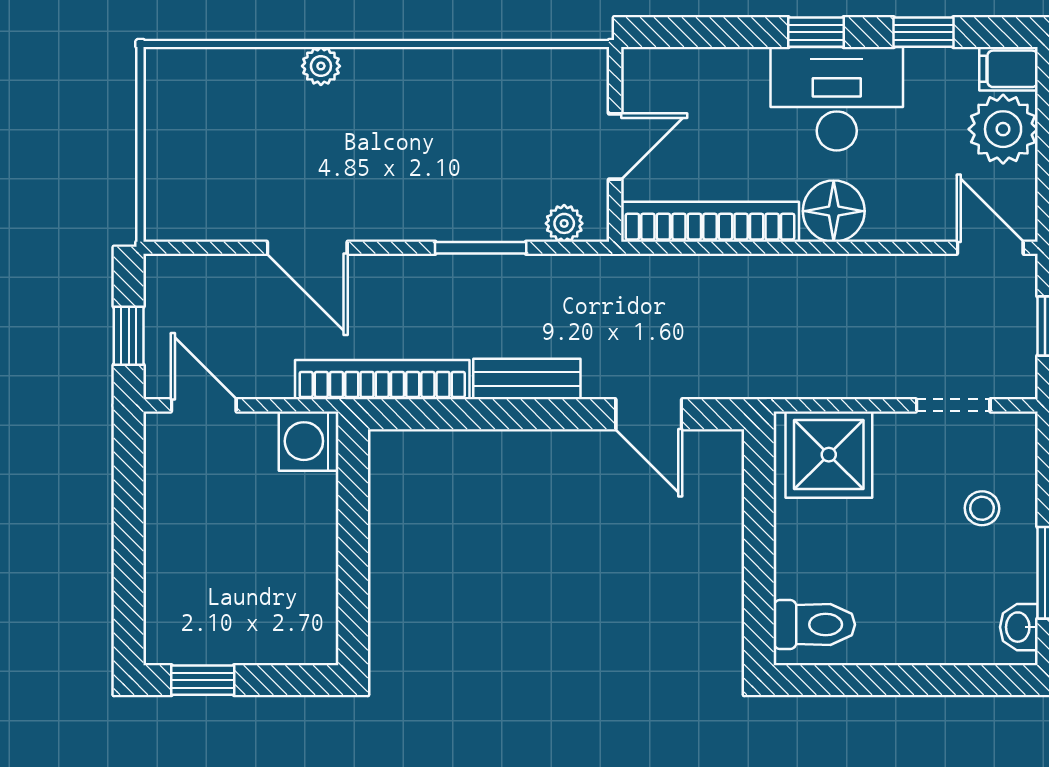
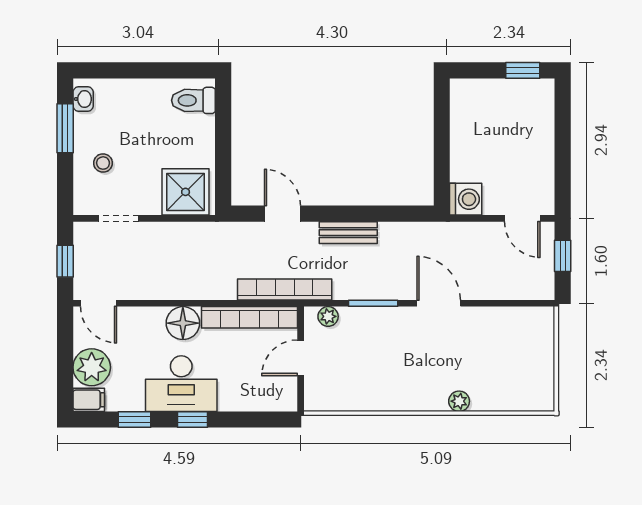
door: (307, 248) -> (439, 303), moved
bookcase: (382, 380) -> (285, 289), moved, turned 180

